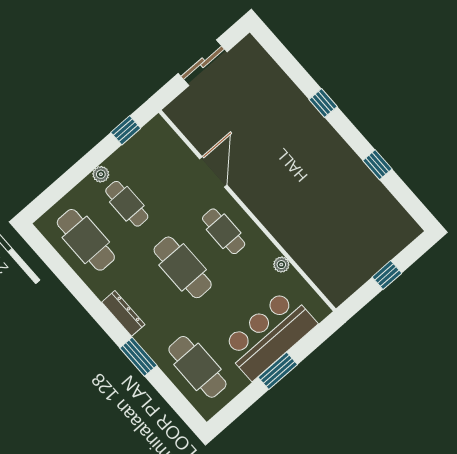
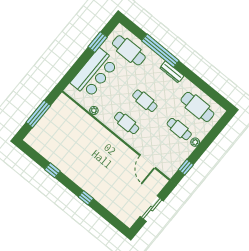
door: (213, 172) -> (148, 162), moved
cafe table: (183, 267) -> (145, 101), width x0.73, depth x0.74
window: (387, 275) -> (38, 114), width x2.17
window: (138, 357) -> (160, 51), width x2.11
window: (278, 371) -> (98, 42), moved

